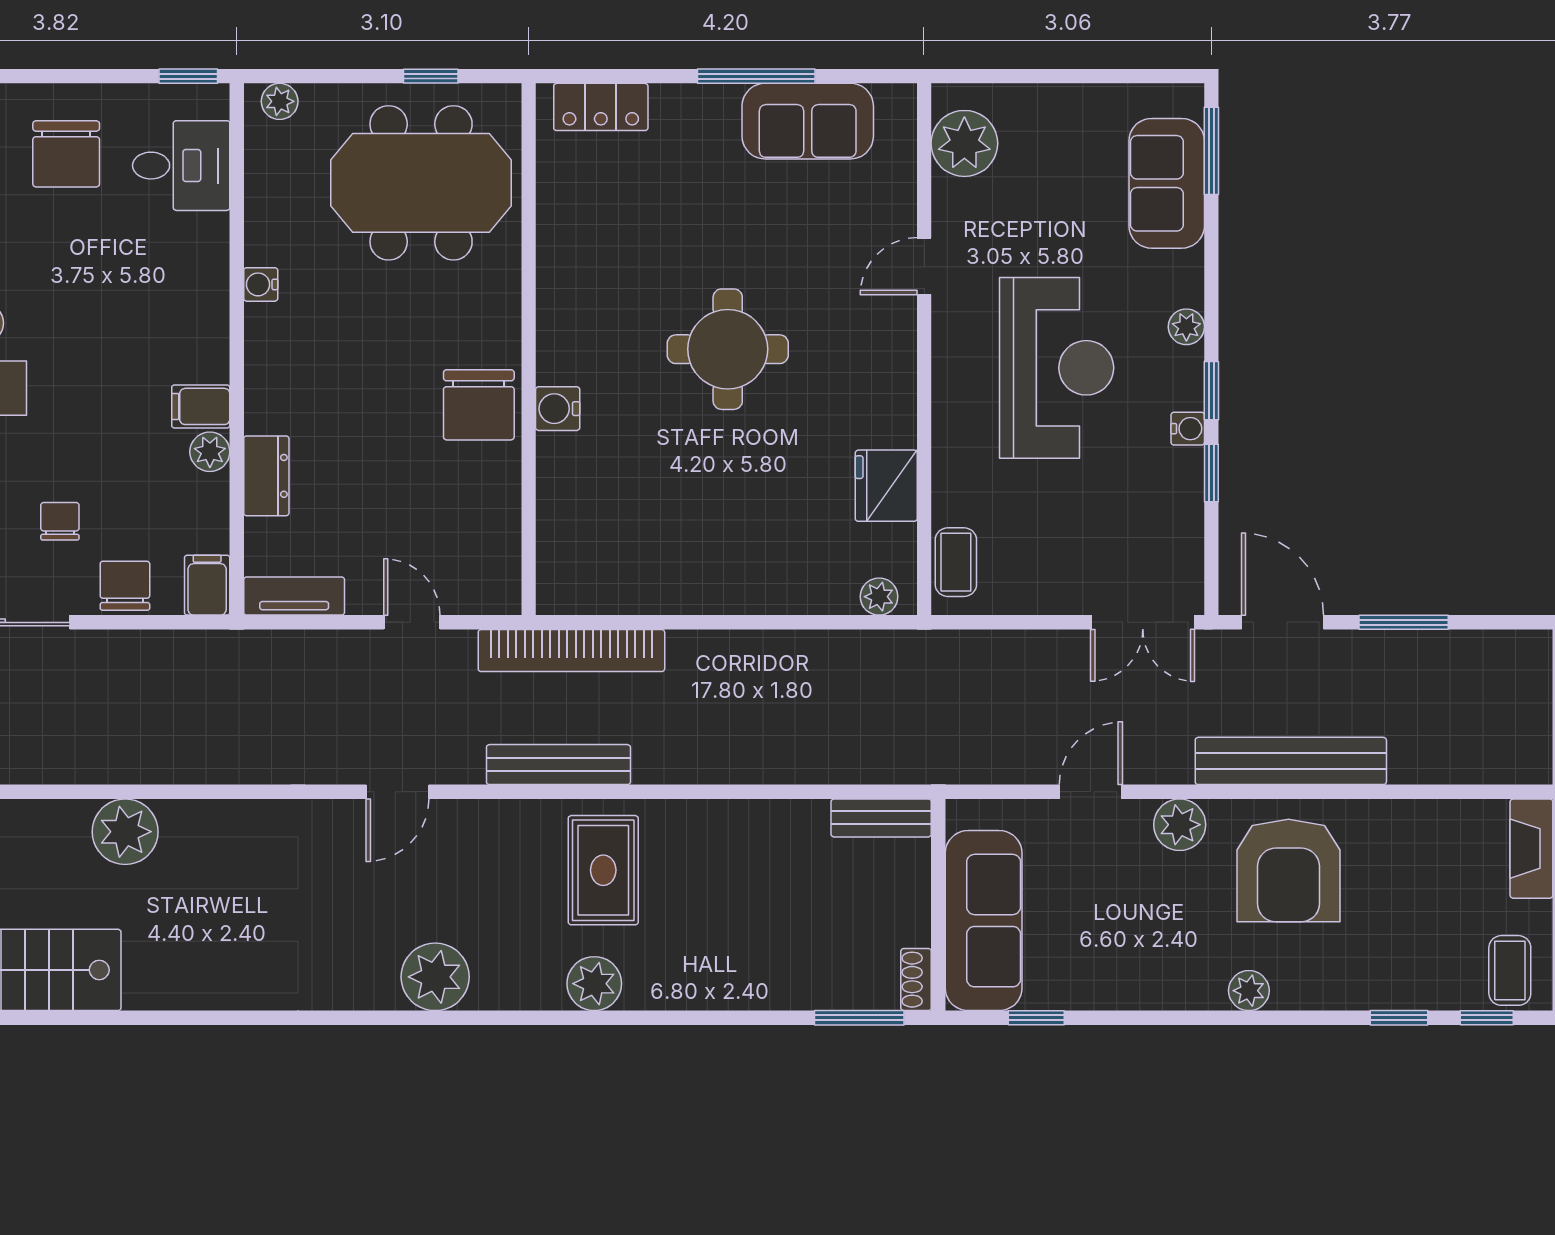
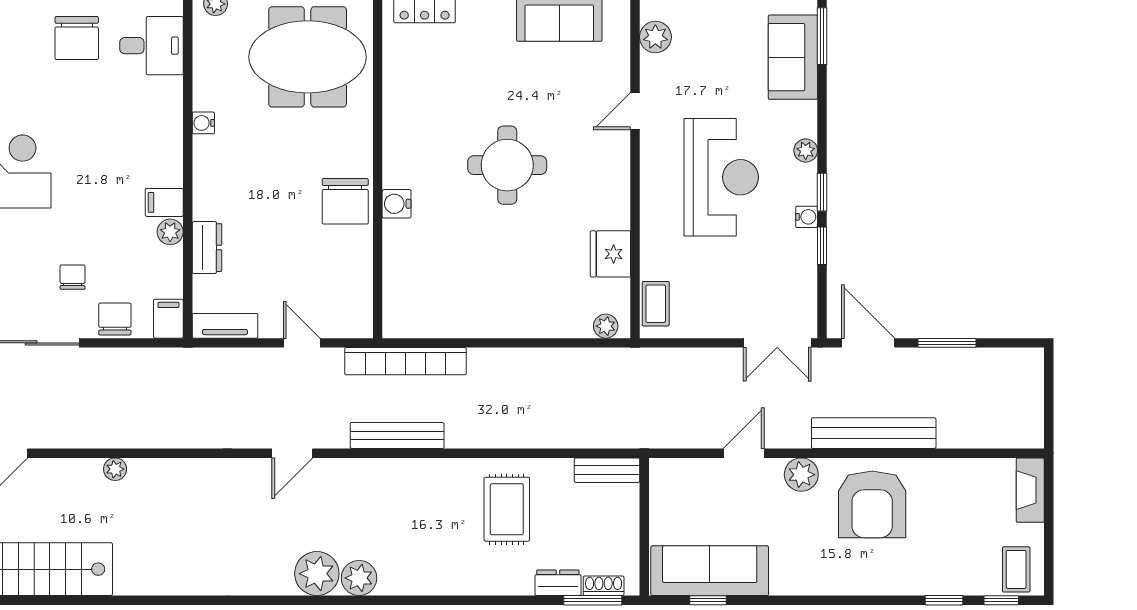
plant: (964, 143) -> (655, 37), width x0.73, depth x0.73
plant: (125, 832) -> (115, 469), width x0.53, depth x0.53
rug: (603, 870) -> (507, 509), moved
sofa: (984, 921) -> (710, 571), moved, turned -90
shoe rack: (916, 980) -> (604, 586), moved, turned 90
plant: (594, 984) -> (359, 578), moved
dresser: (806, 991) -> (558, 583), added
plant: (1249, 991) -> (846, 583), removed

